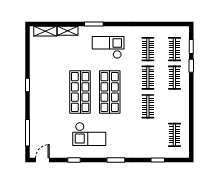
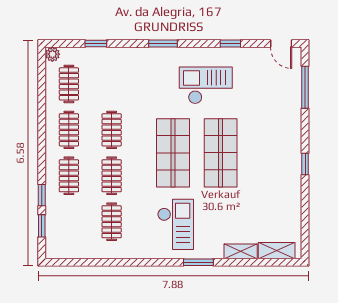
checkout: (108, 47) -> (176, 224), turned -90
clothes rail: (174, 49) -> (69, 130), moved
plant: (185, 153) -> (52, 54), added
door: (42, 160) -> (281, 43), hinge flipped

